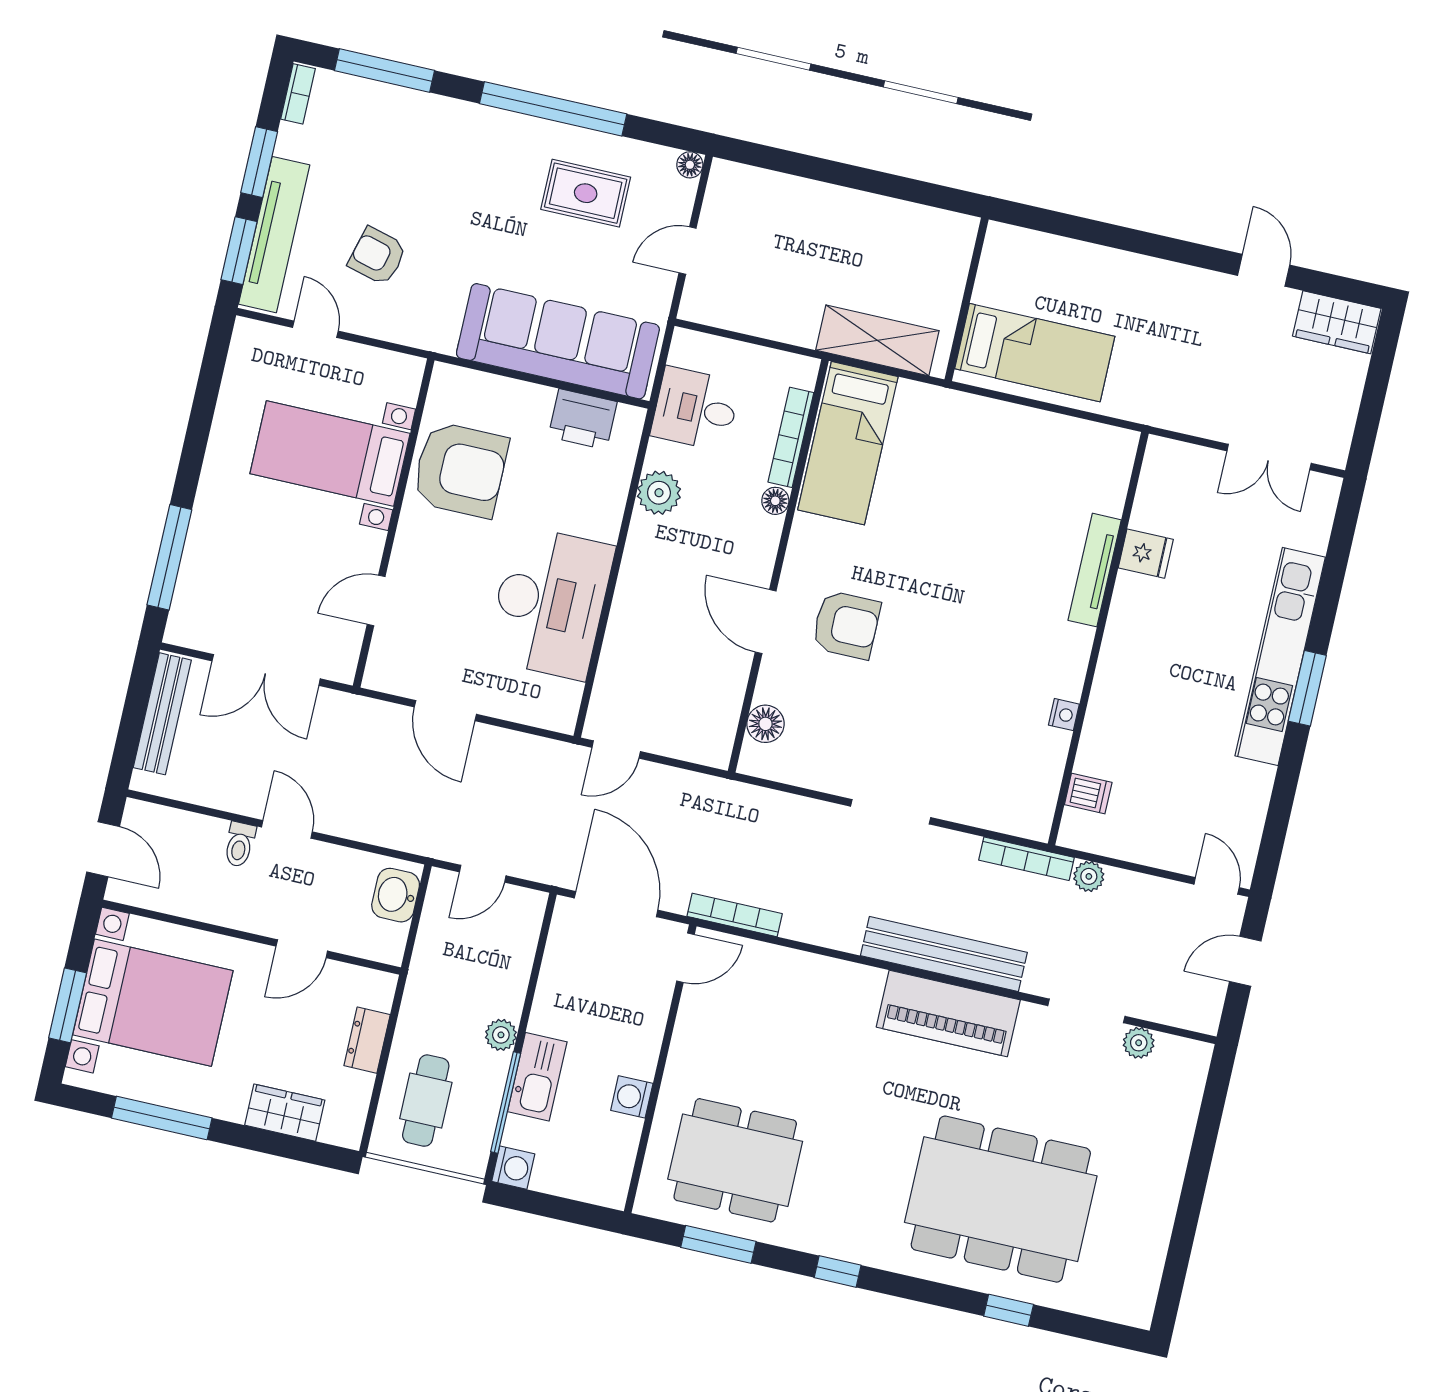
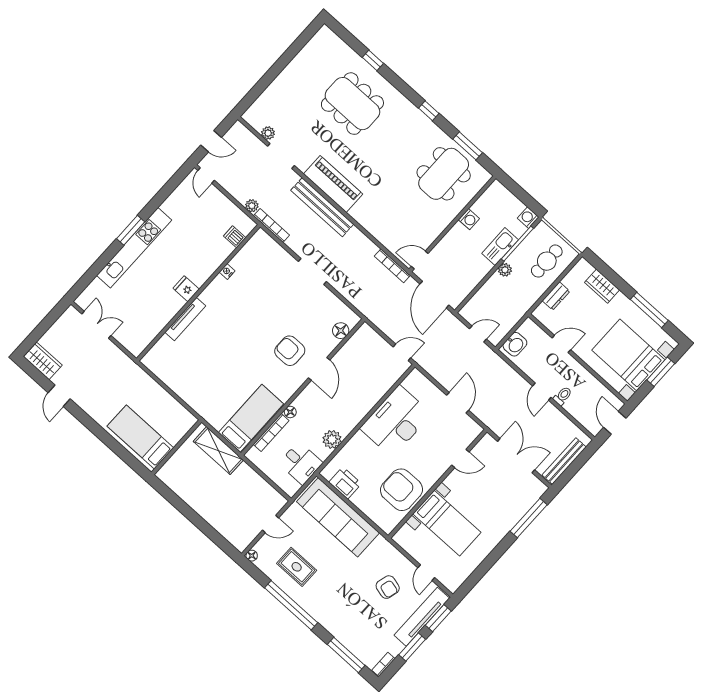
bed: (1035, 353) -> (140, 437), moved
fridge: (1146, 554) -> (186, 289), moved
dining table: (735, 1160) -> (444, 174), turned 90
dining table: (1001, 1199) -> (352, 104), width x0.73, depth x0.80

